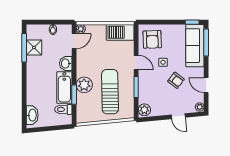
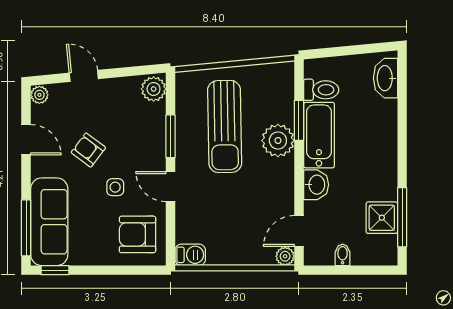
barbecue: (120, 32) -> (190, 255), width x0.53, depth x0.65
armchair: (152, 39) -> (137, 234), turned -88

